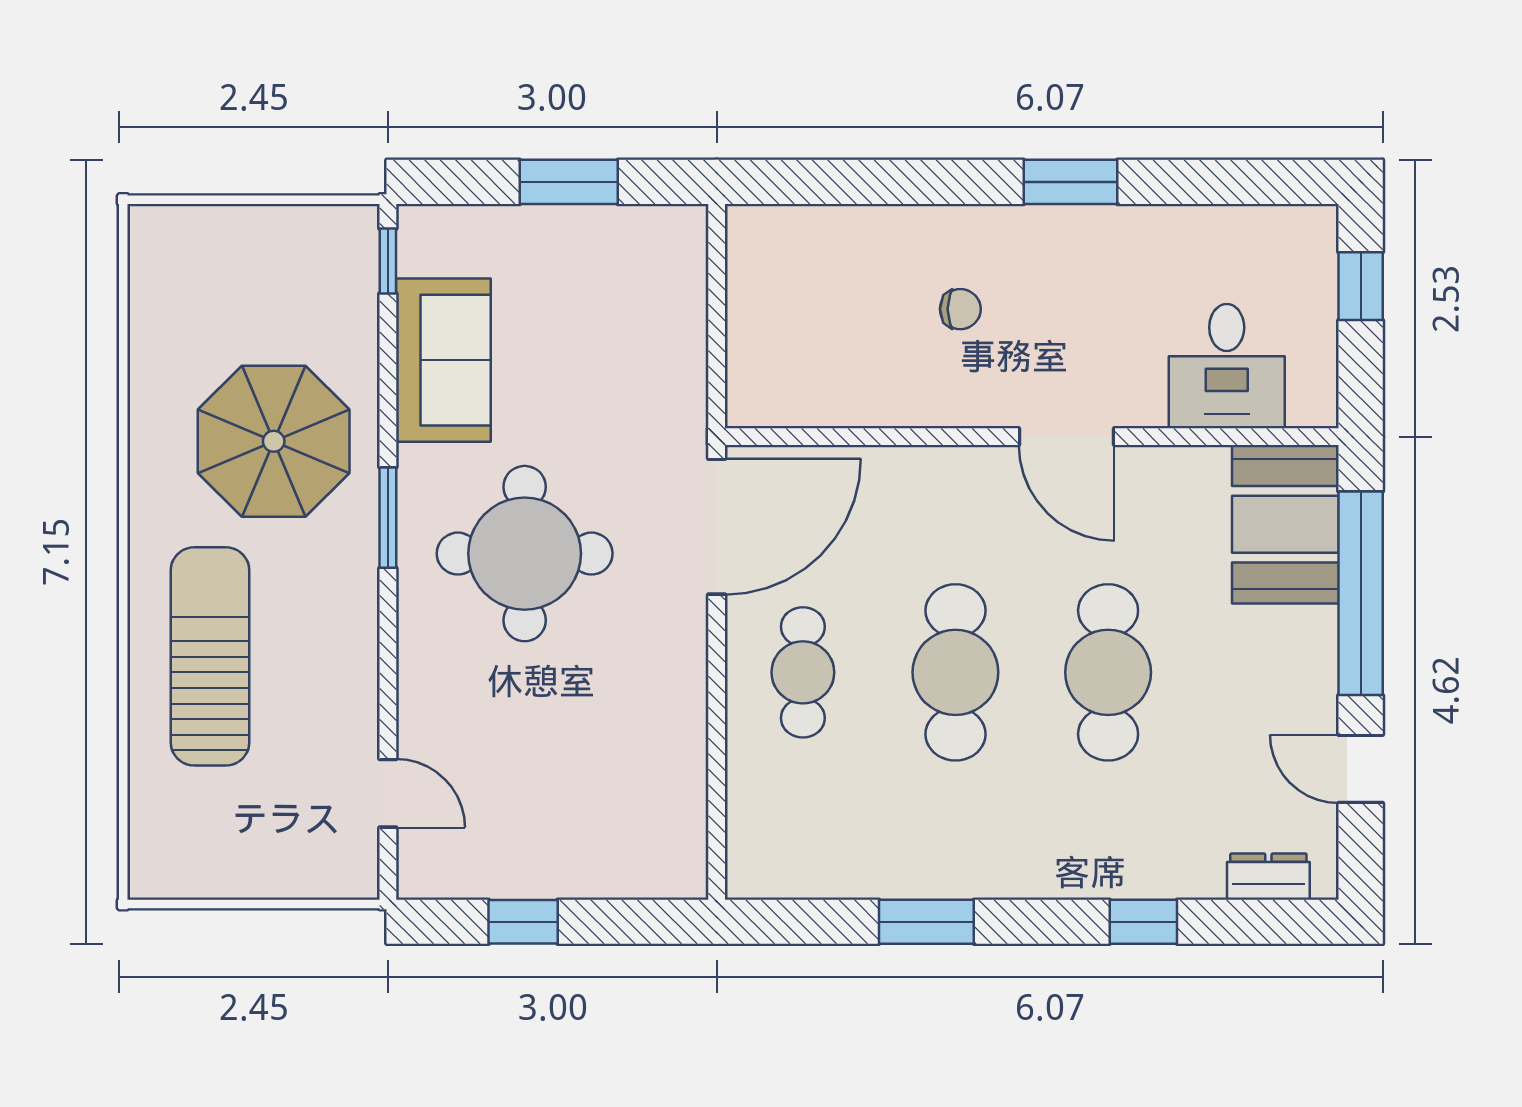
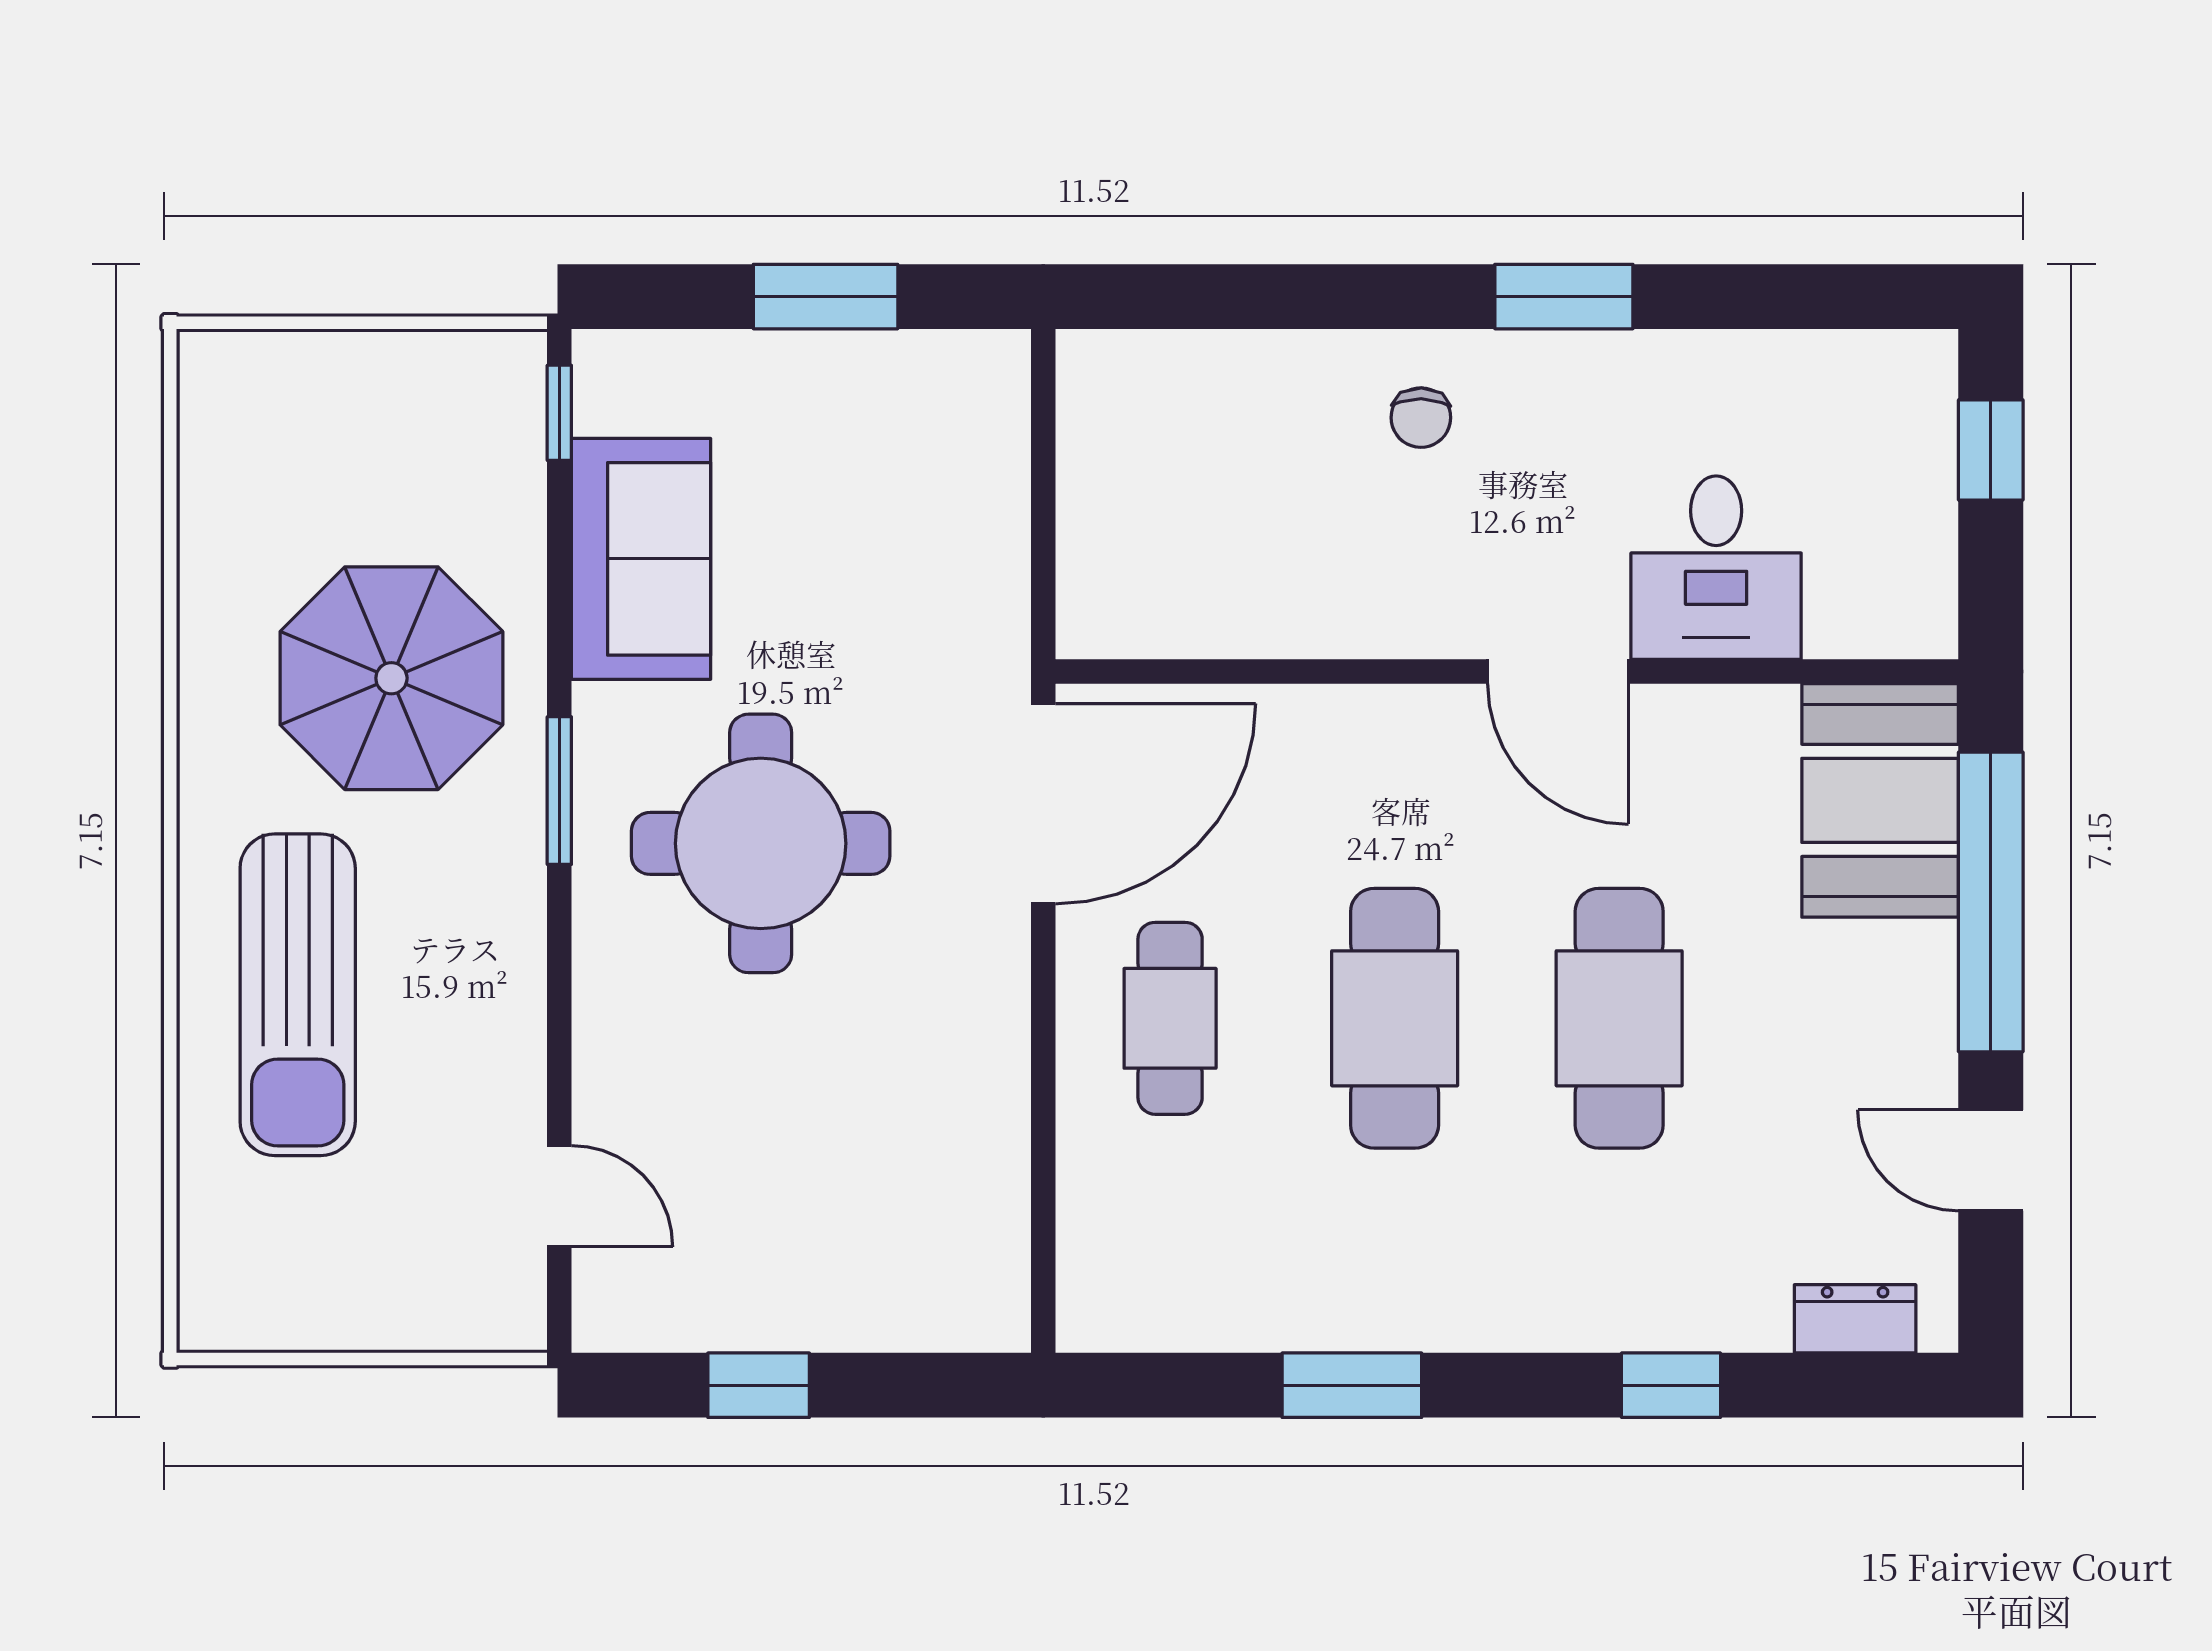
chair: (960, 309) -> (1421, 418), moved, turned 91
desk: (1227, 366) -> (1716, 568), moved
sun lounger: (210, 656) -> (298, 995), turned 180

